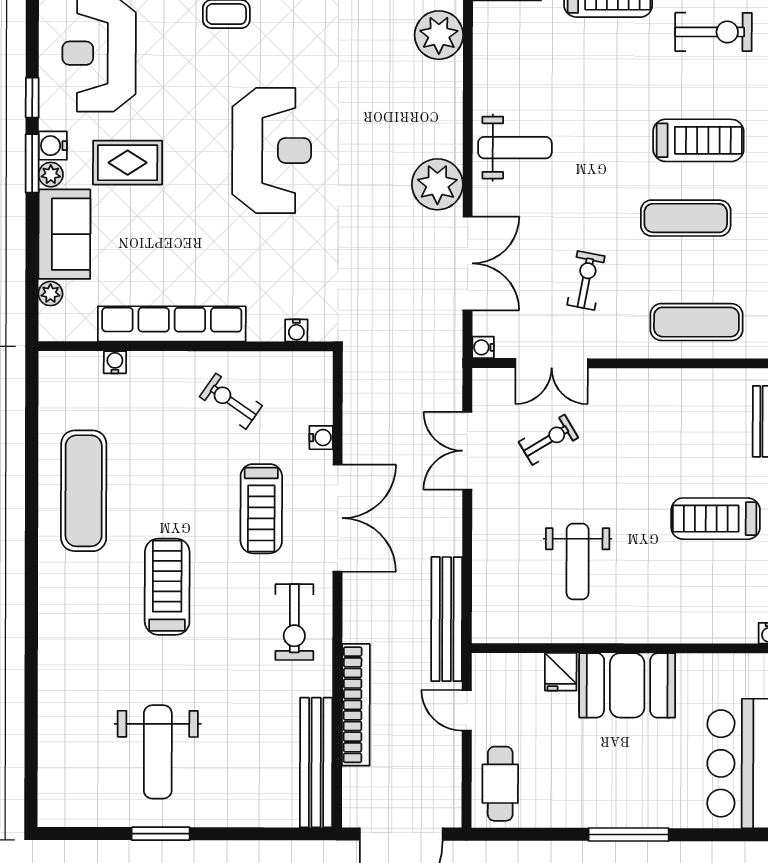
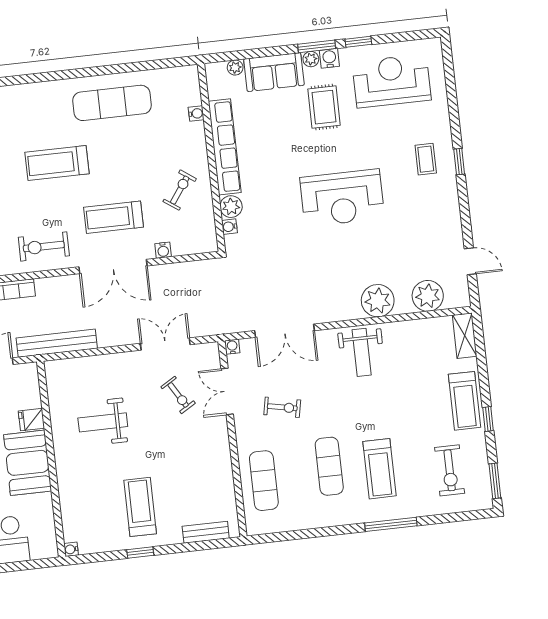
plant: (437, 184) -> (378, 301), moved
plant: (265, 324) -> (231, 207), added
treadmill: (167, 587) -> (57, 163), turned 180

